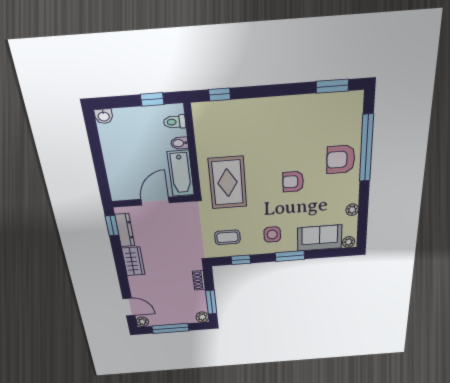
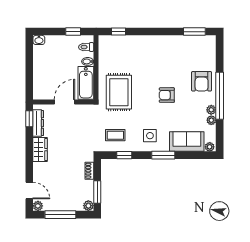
window: (366, 148) -> (220, 96), moved
armchair: (341, 159) -> (202, 81), turned -90
plant: (353, 196) -> (211, 110), added

